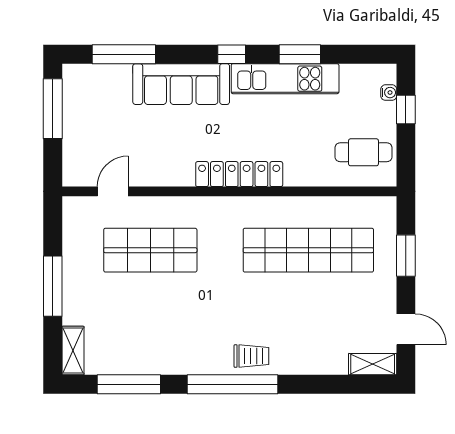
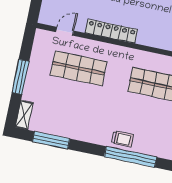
locker: (239, 174) -> (111, 31), moved
window: (232, 384) -> (130, 157), moved

